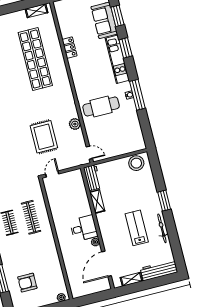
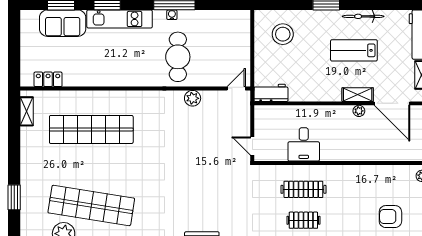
locker: (70, 48) -> (48, 79), moved
rug: (44, 137) -> (199, 144), removed
stool: (136, 163) -> (283, 34), moved
shelving: (97, 201) -> (358, 95), moved
desk: (84, 228) -> (304, 144), moved, turned 180
armchair: (27, 283) -> (390, 217), turned 90

